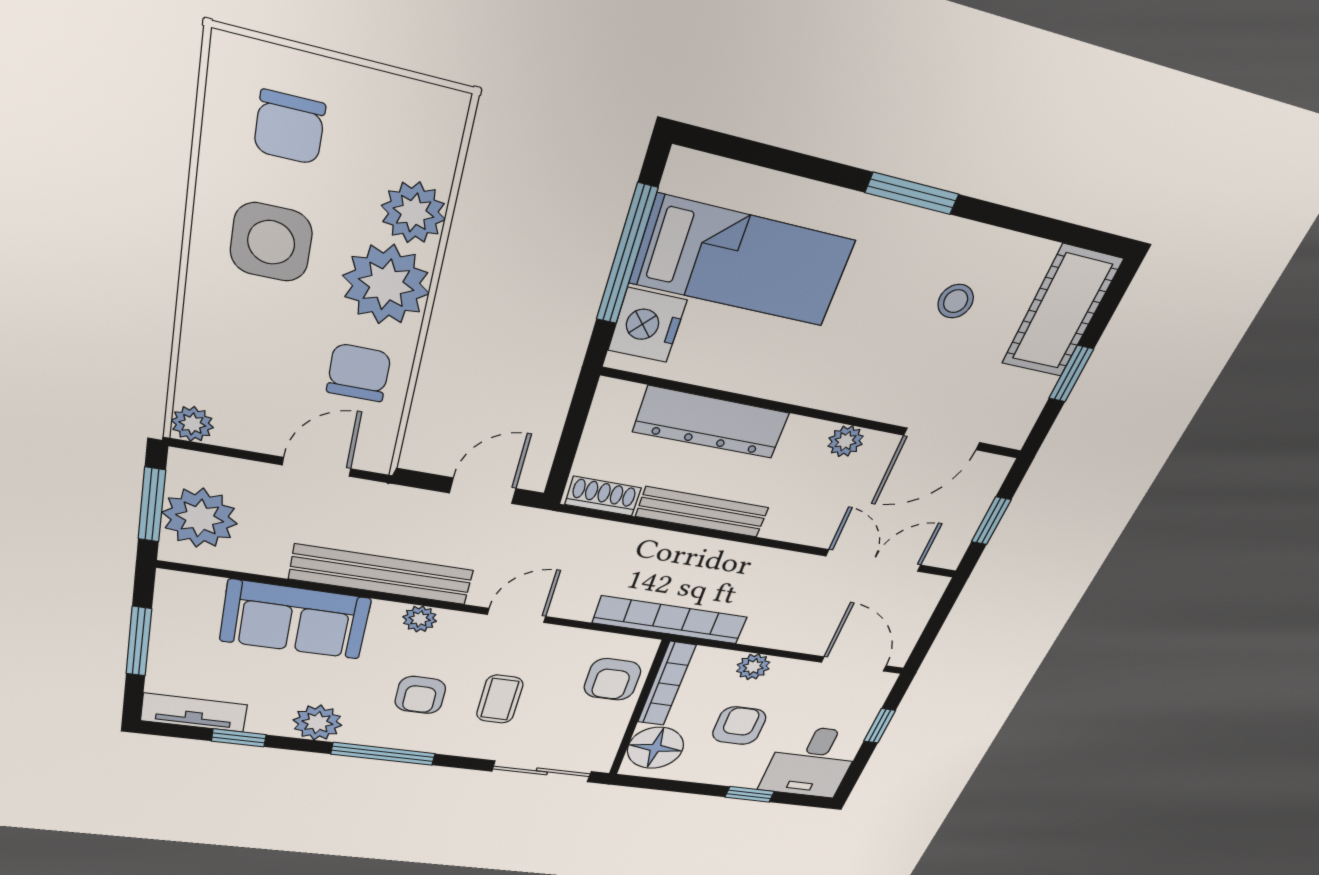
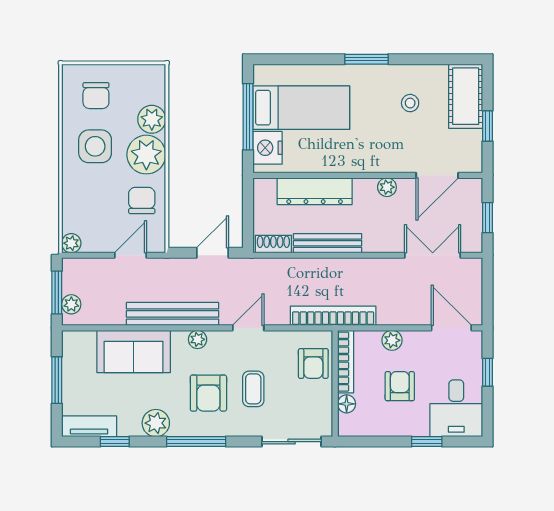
plant: (200, 518) -> (71, 304), width x0.53, depth x0.53
armchair: (420, 695) -> (208, 393), width x1.38, depth x1.38
floor lamp: (655, 748) -> (347, 404), width x0.53, depth x0.53

